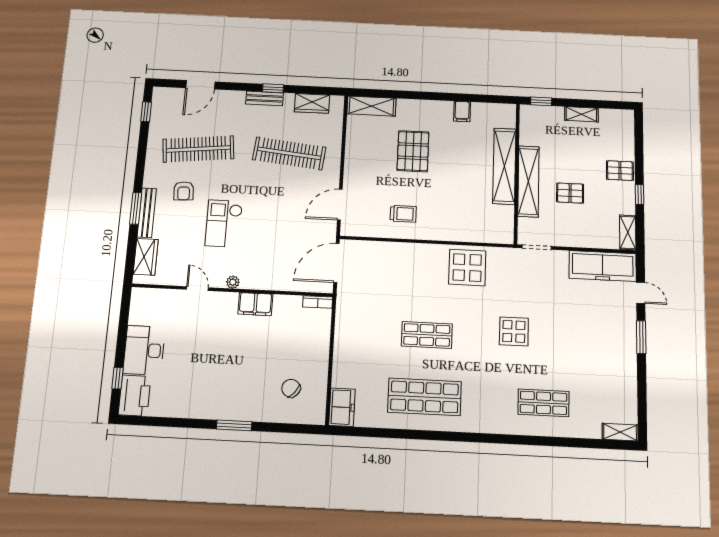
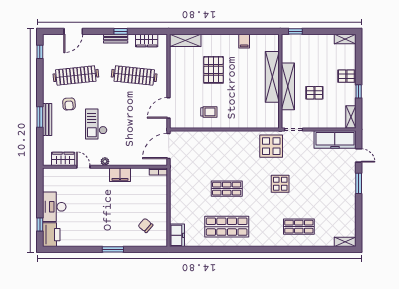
shelving: (581, 114) -> (345, 39), moved
wardrobe: (146, 257) -> (63, 159), moved, turned -90
display table: (467, 268) -> (271, 146), moved

